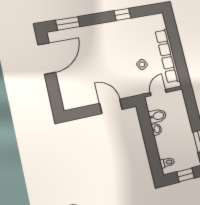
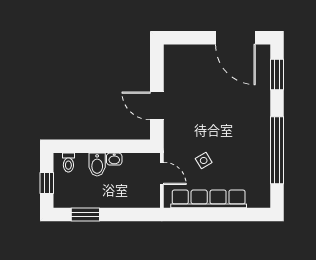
window: (122, 14) -> (277, 150), width x3.17
door: (111, 106) -> (157, 106), swing flipped
bidet: (157, 116) -> (97, 165), moved

